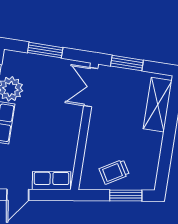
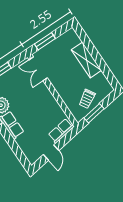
shelving: (158, 105) -> (86, 60), moved
window: (126, 195) -> (94, 113), moved

